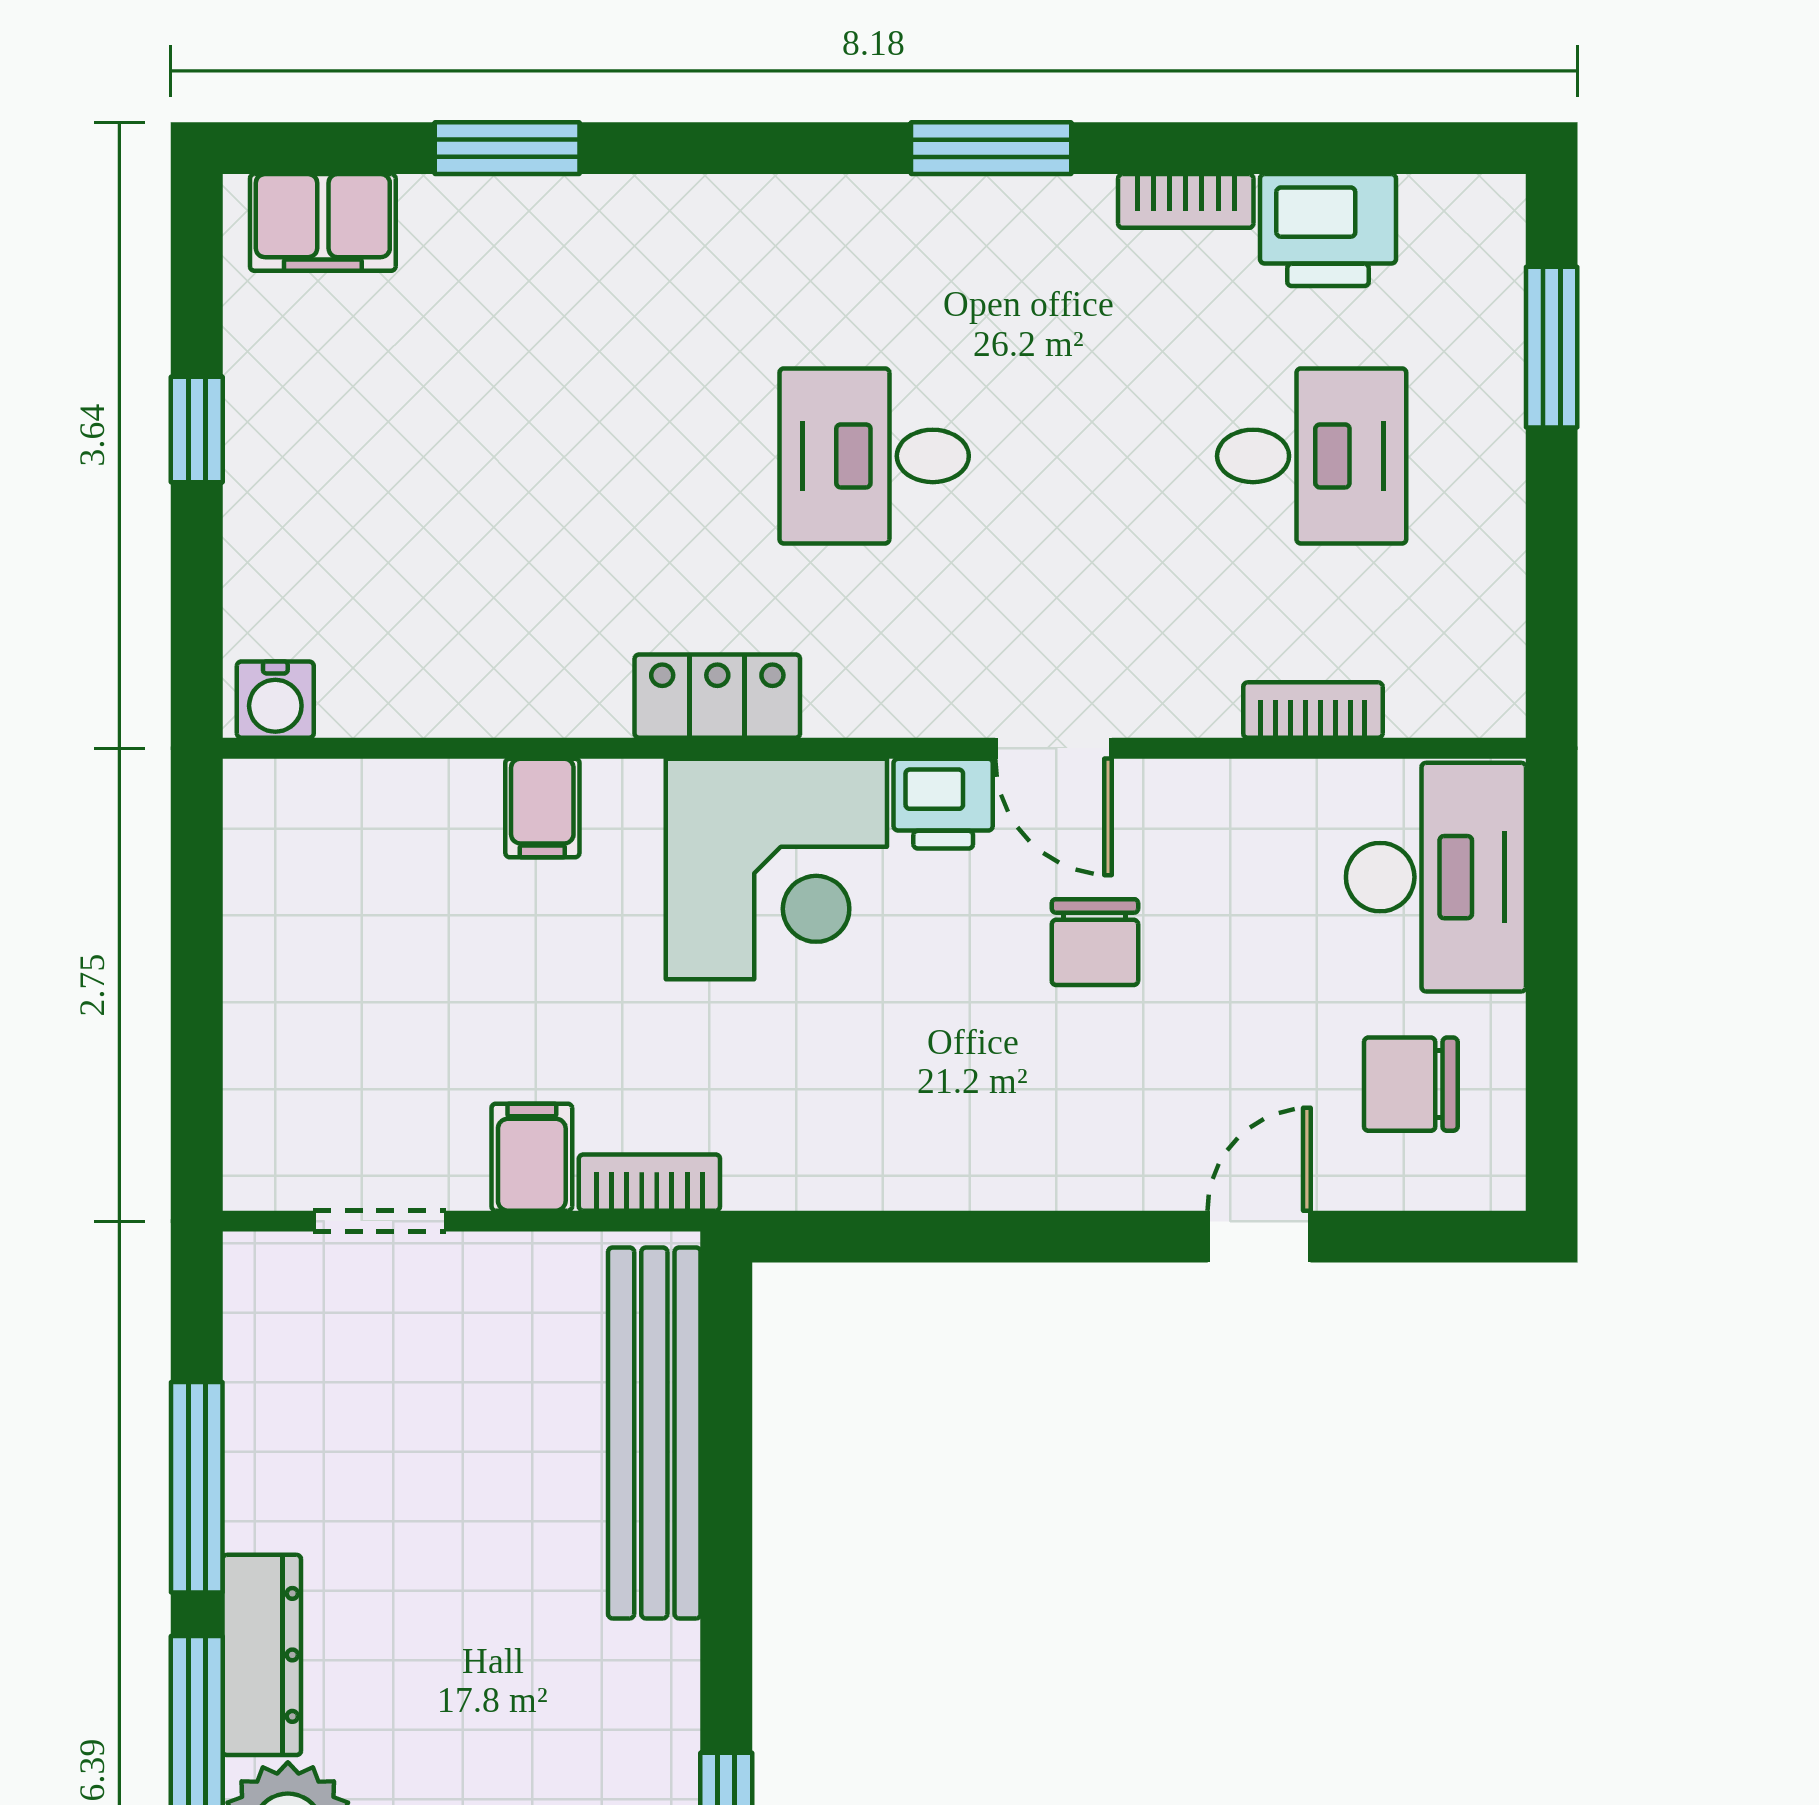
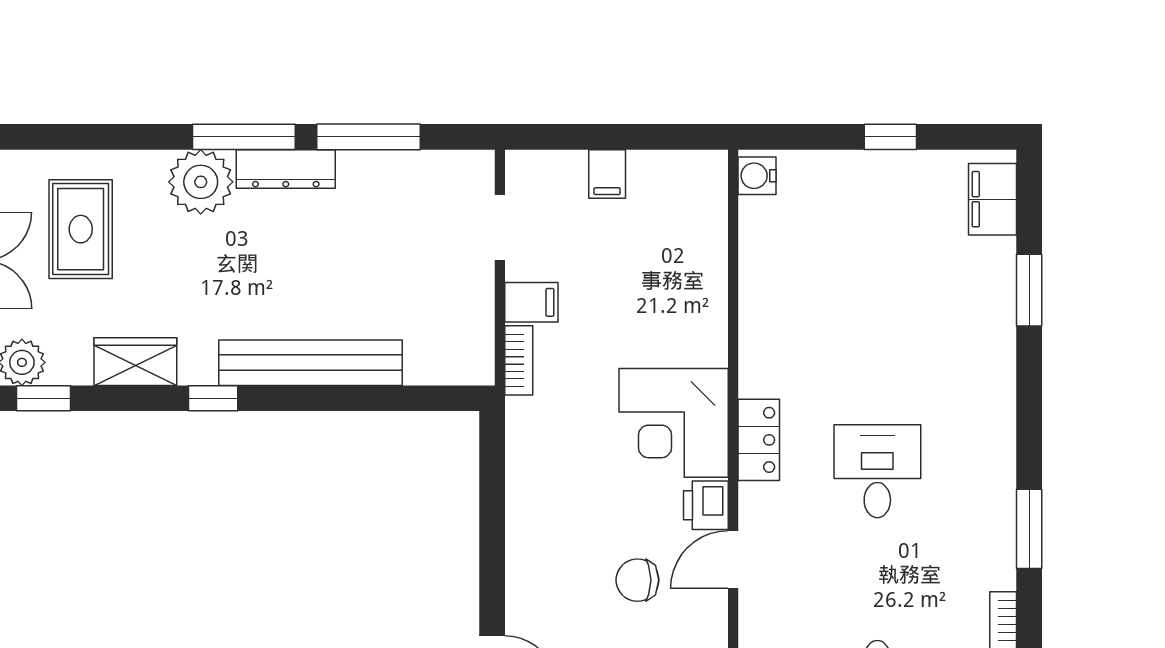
locker: (717, 696) -> (759, 440), moved
filing cabinet: (542, 808) -> (607, 174), moved, turned -90
bench: (654, 1433) -> (310, 363), moved

